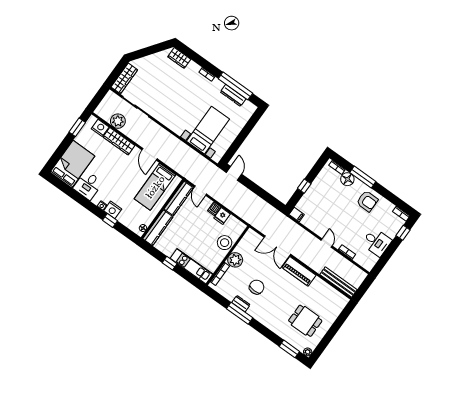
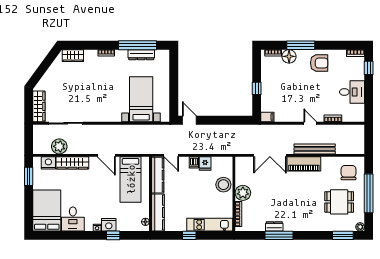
bench: (338, 282) -> (315, 149), moved
chair: (257, 287) -> (348, 173), moved
window: (333, 331) -> (369, 193), added

